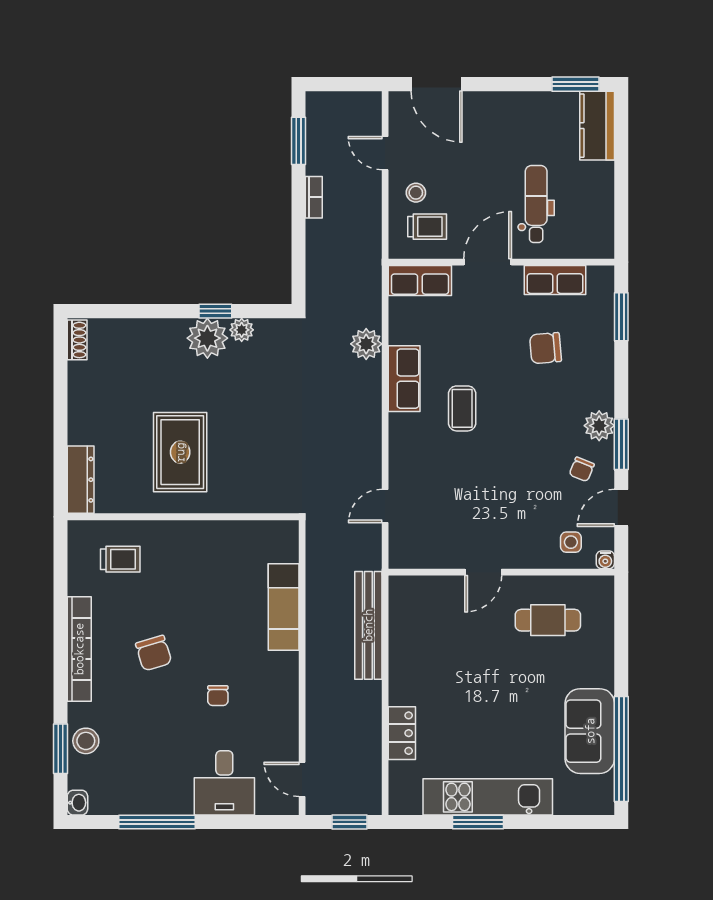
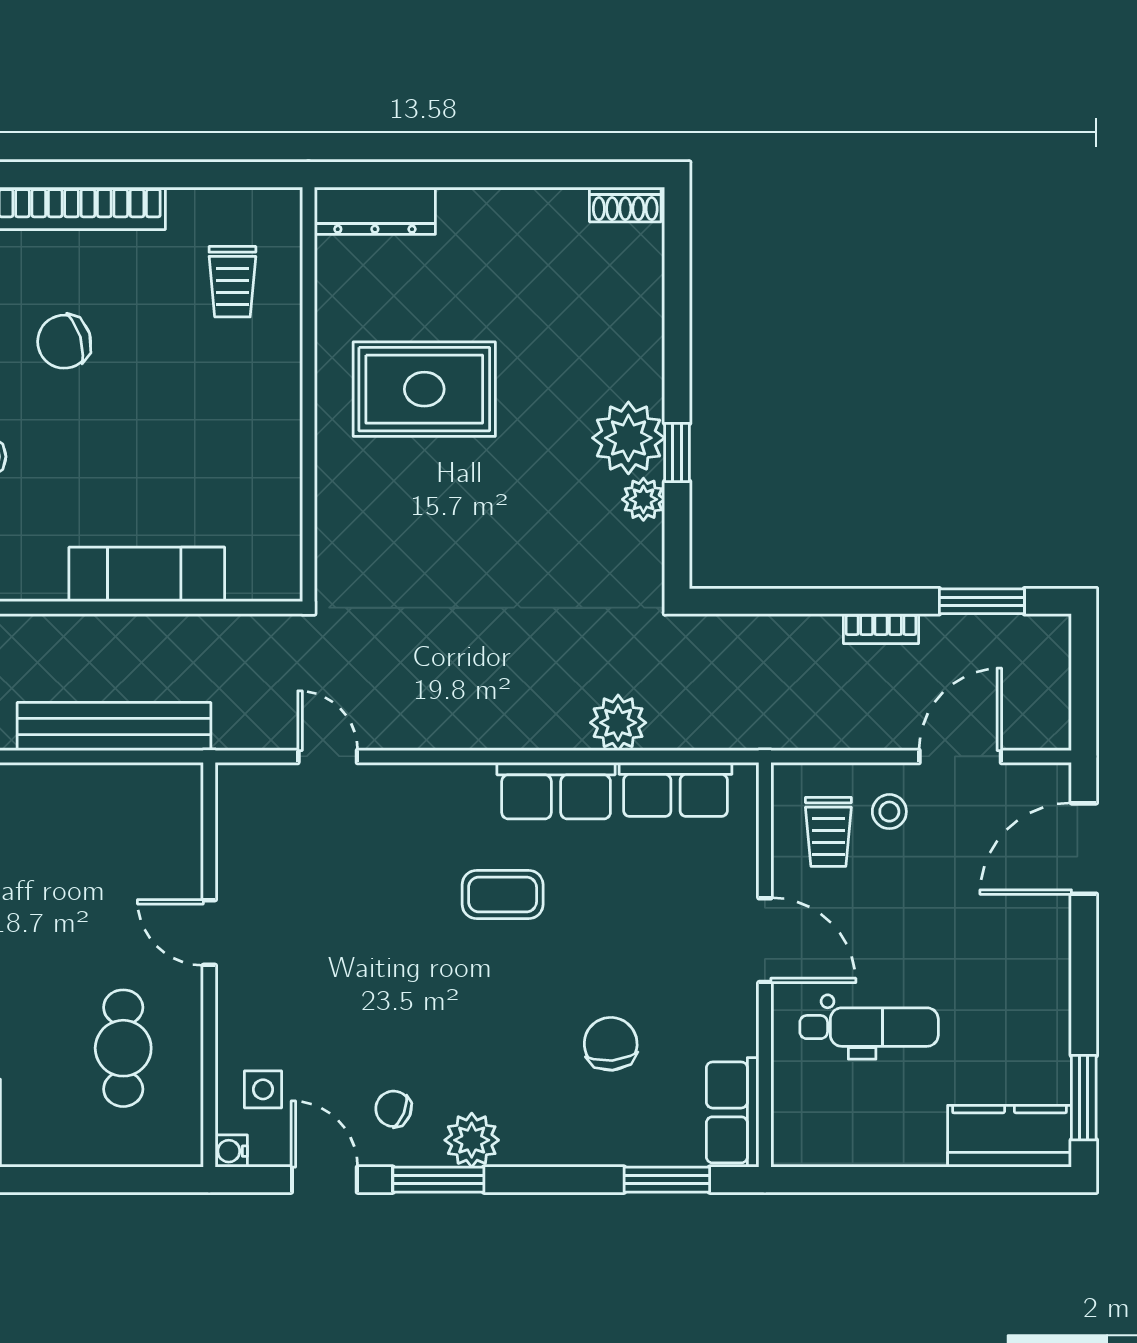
door: (385, 153) -> (960, 756), width x1.38
row of seats: (420, 280) -> (675, 789), moved, turned -90
row of seats: (555, 280) -> (733, 1112), moved

